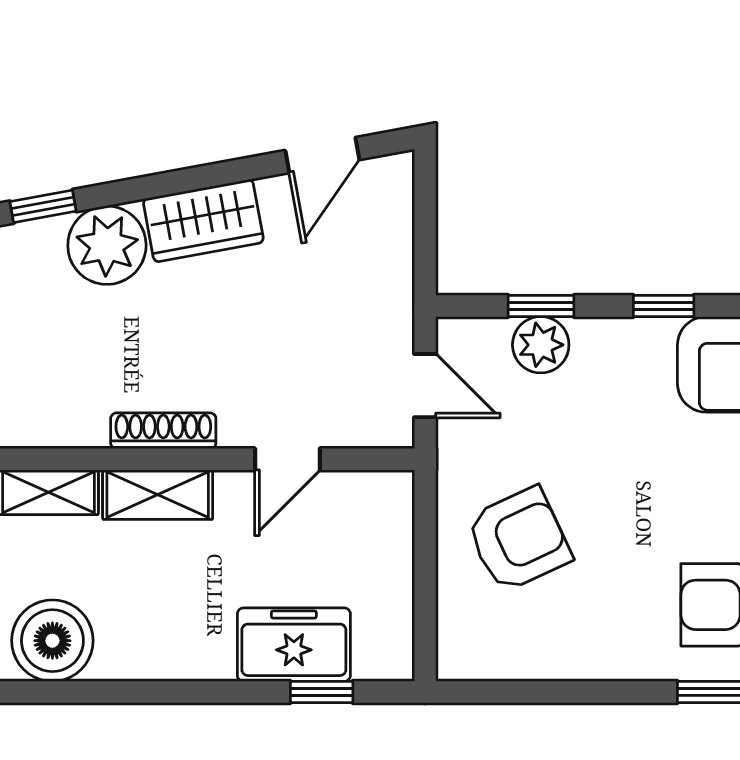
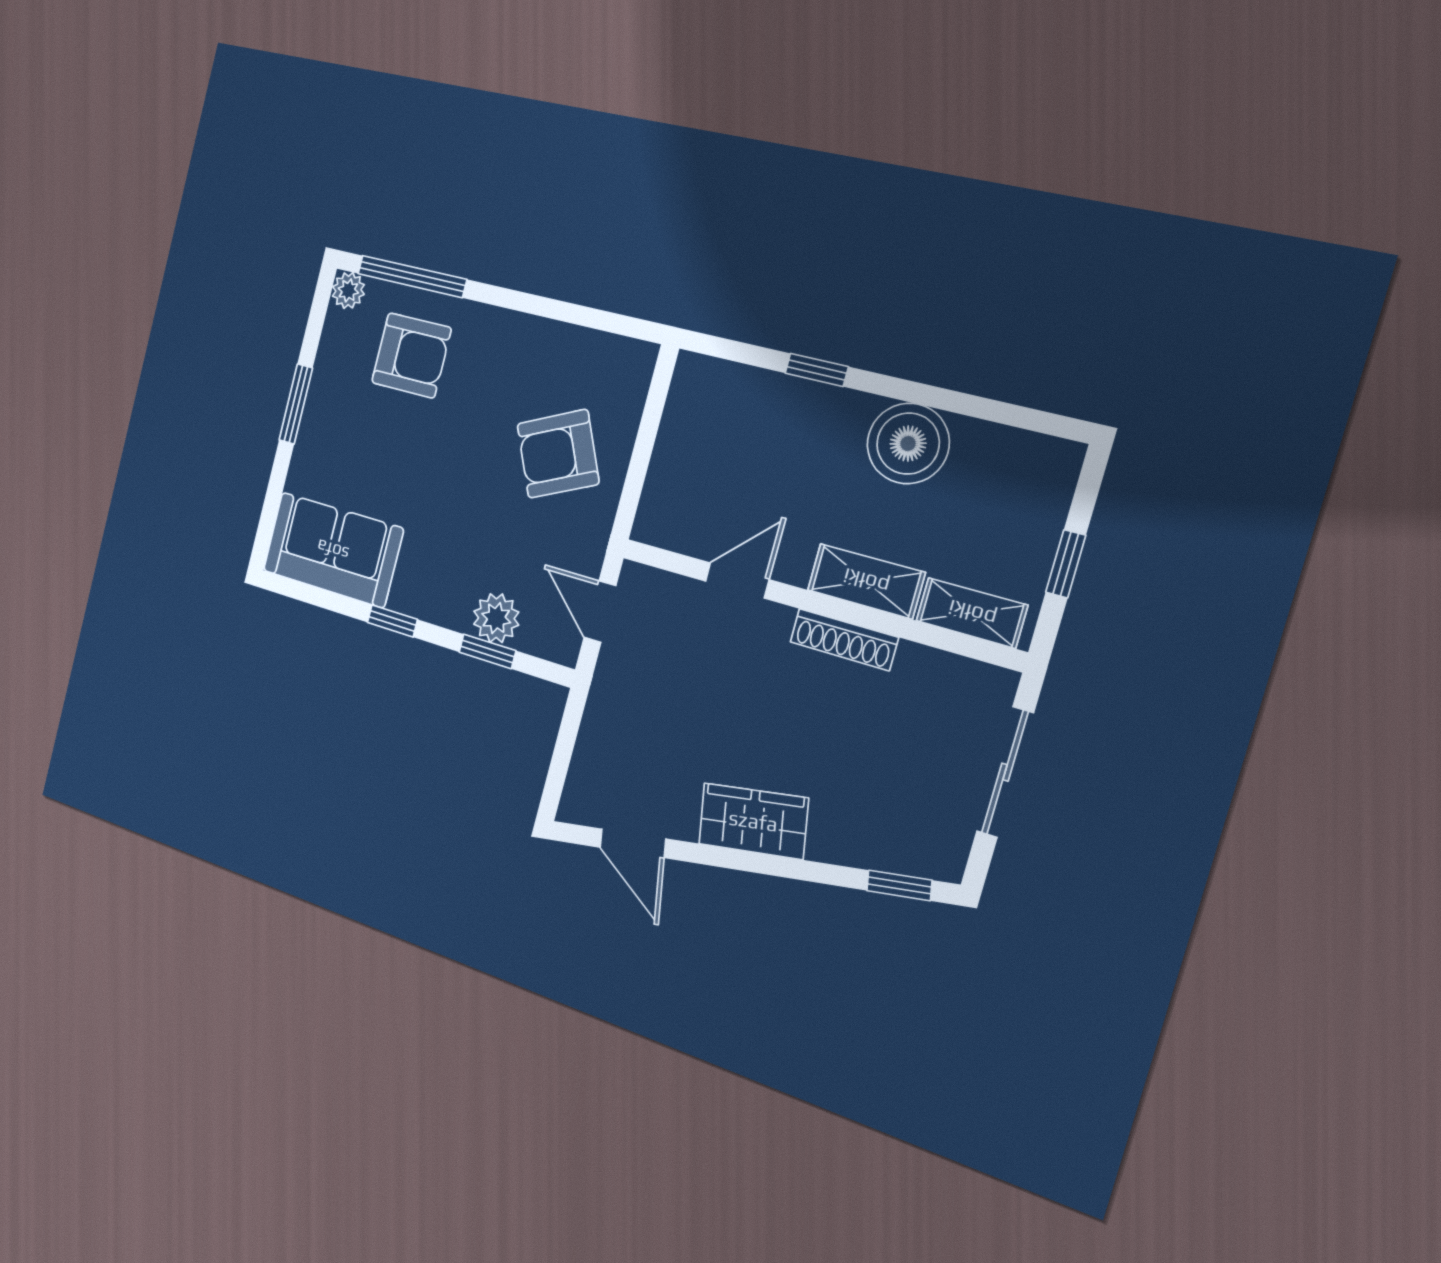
door: (322, 155) -> (633, 843), swing flipped
plant: (107, 245) -> (849, 829), removed
boiler: (52, 641) -> (908, 444), moved
freezer: (294, 645) -> (778, 408), removed
window: (322, 692) -> (817, 370), moved

